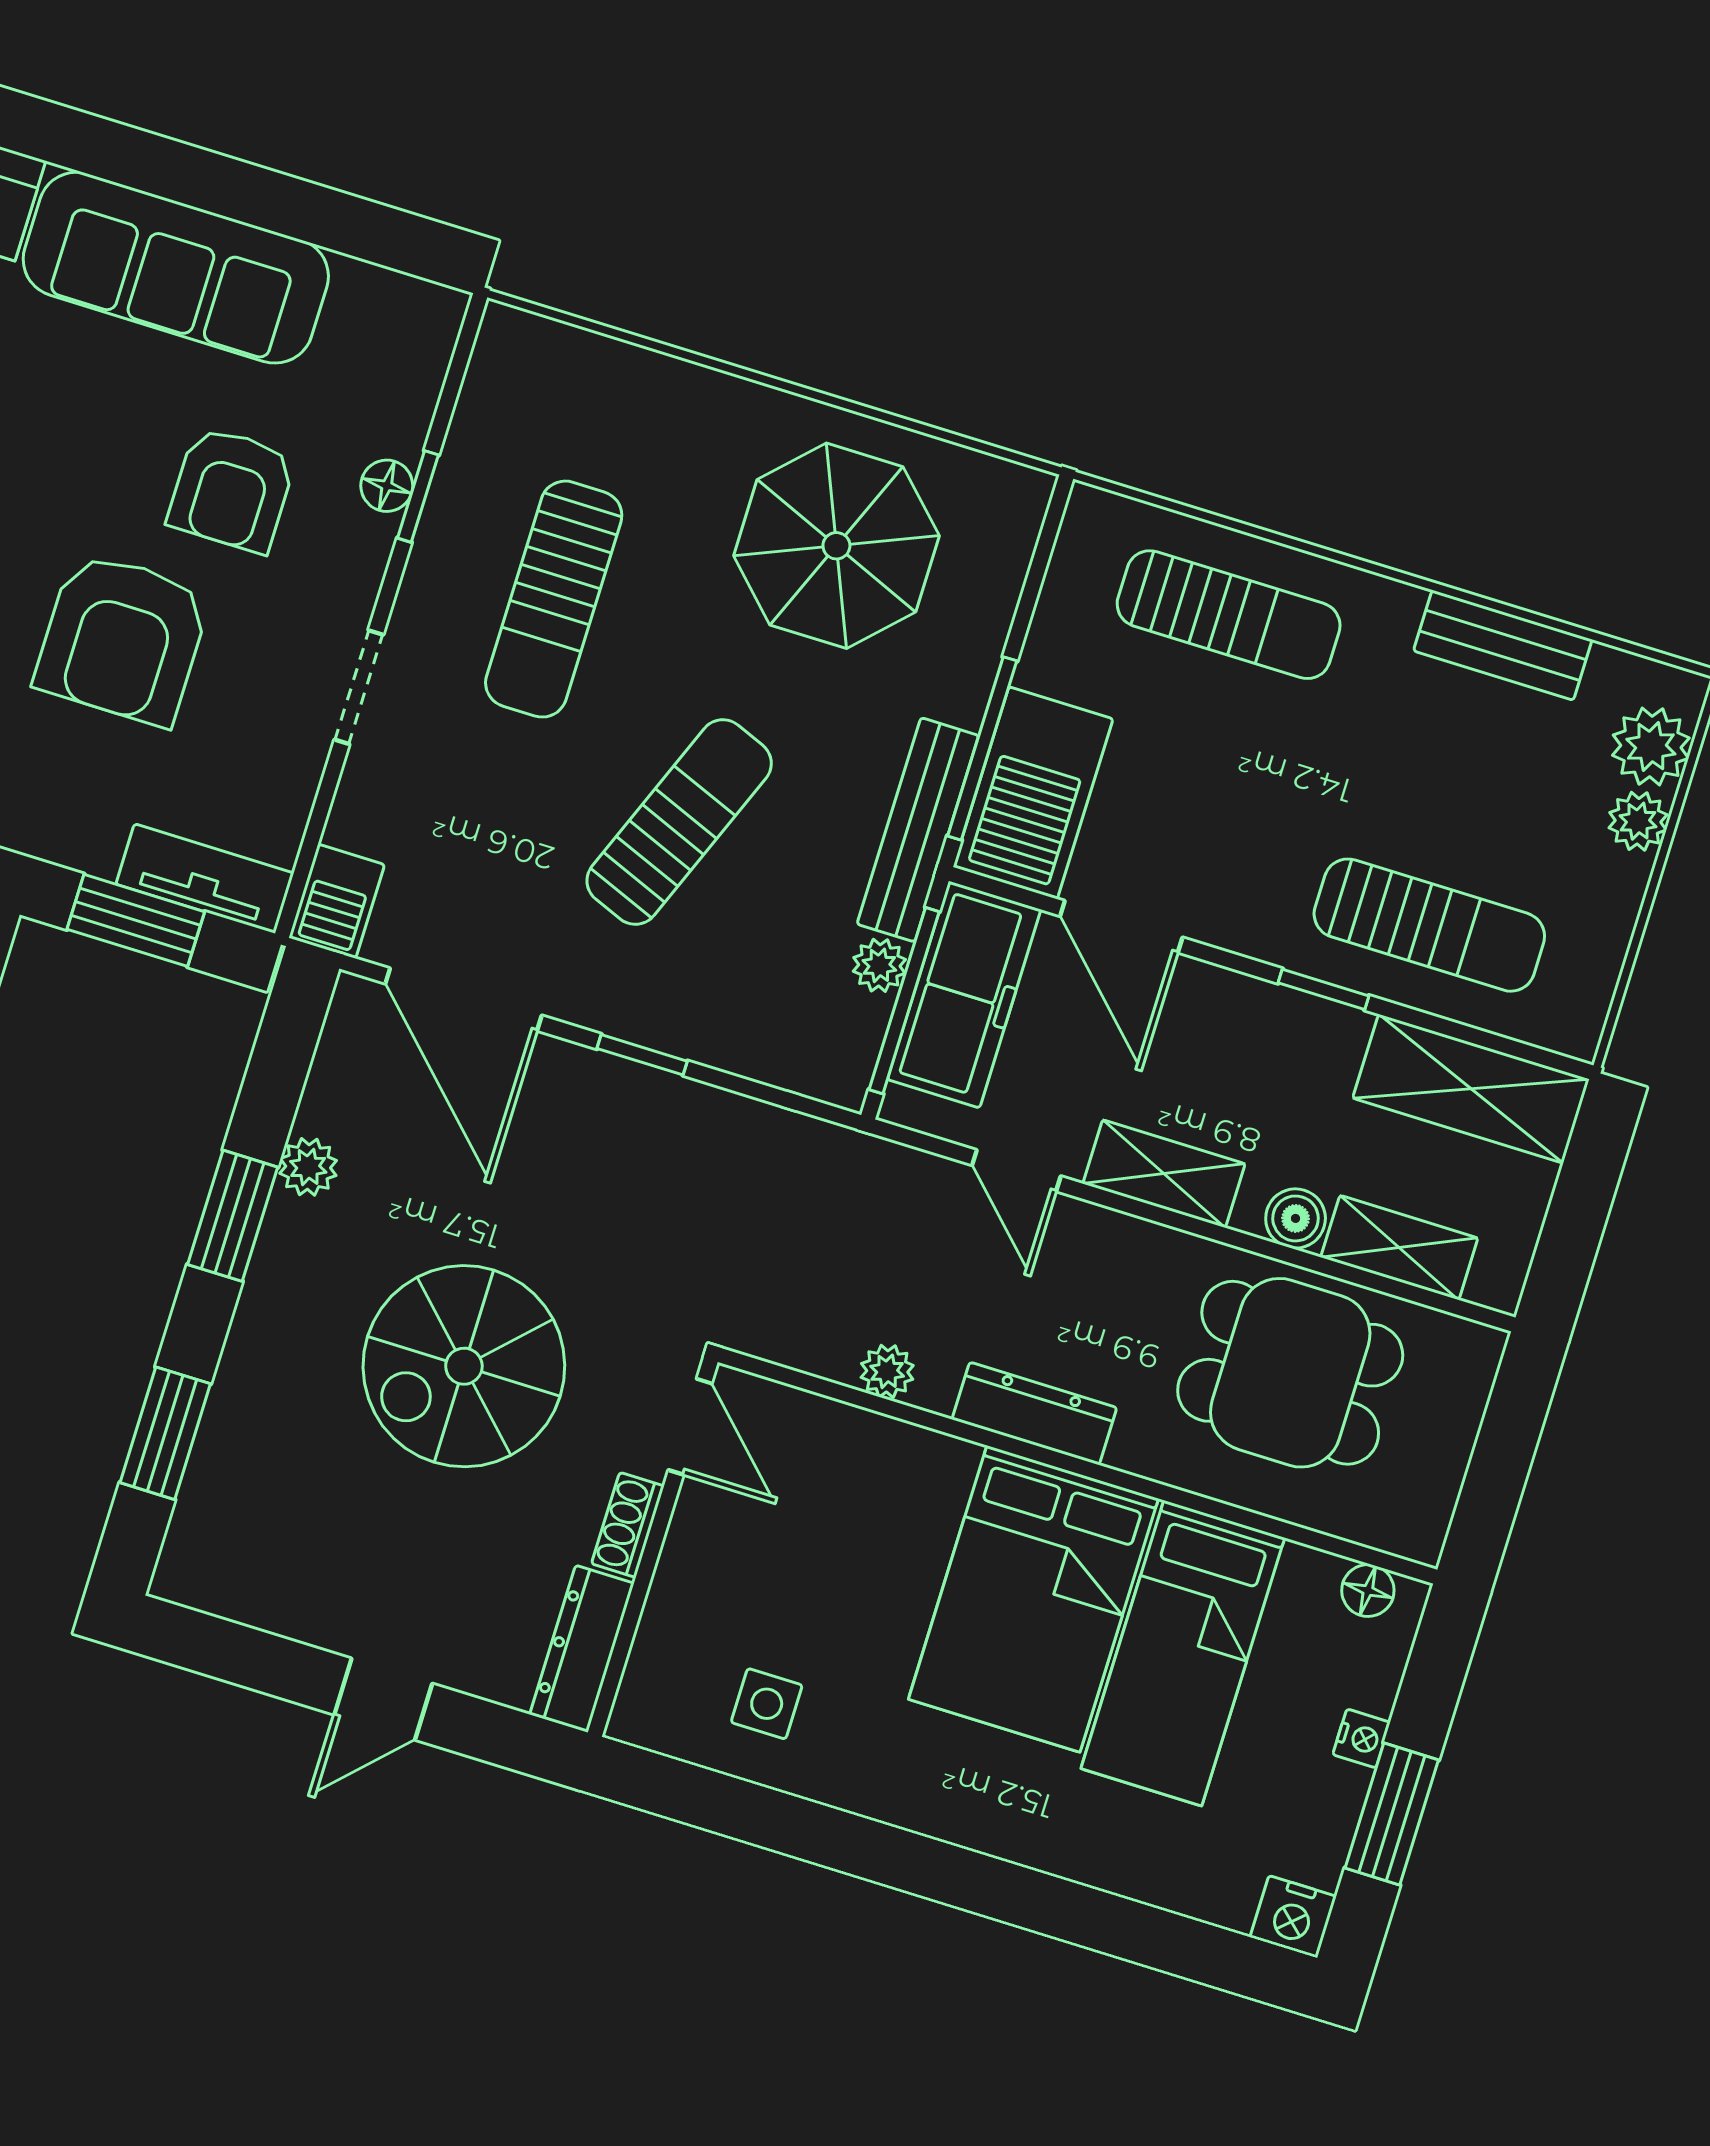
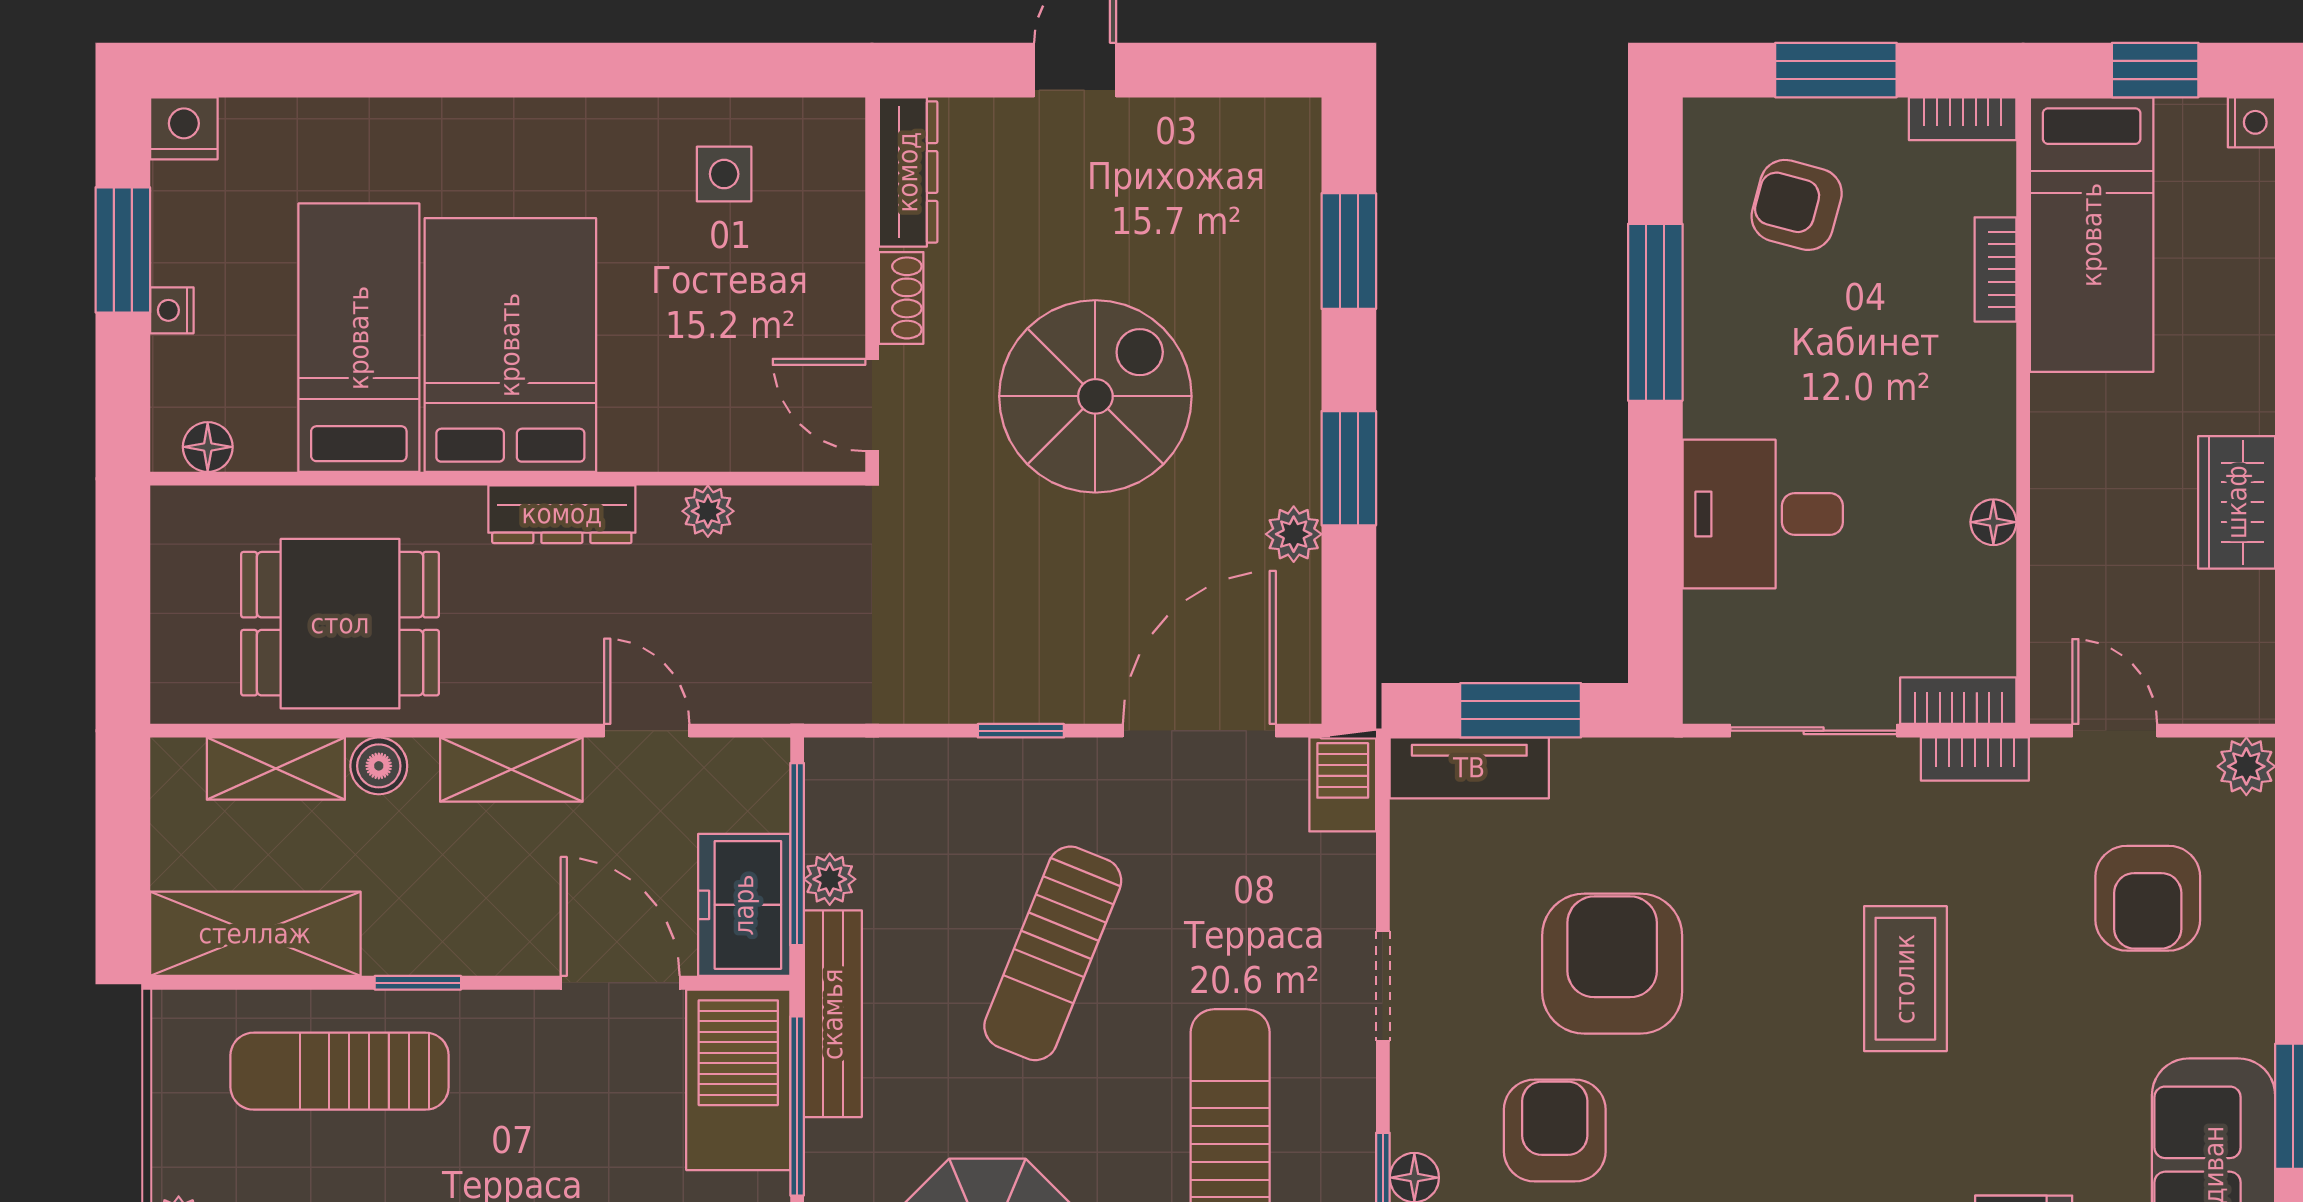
freezer: (964, 995) -> (744, 905), width x0.71
door: (464, 999) -> (1199, 731), hinge flipped

